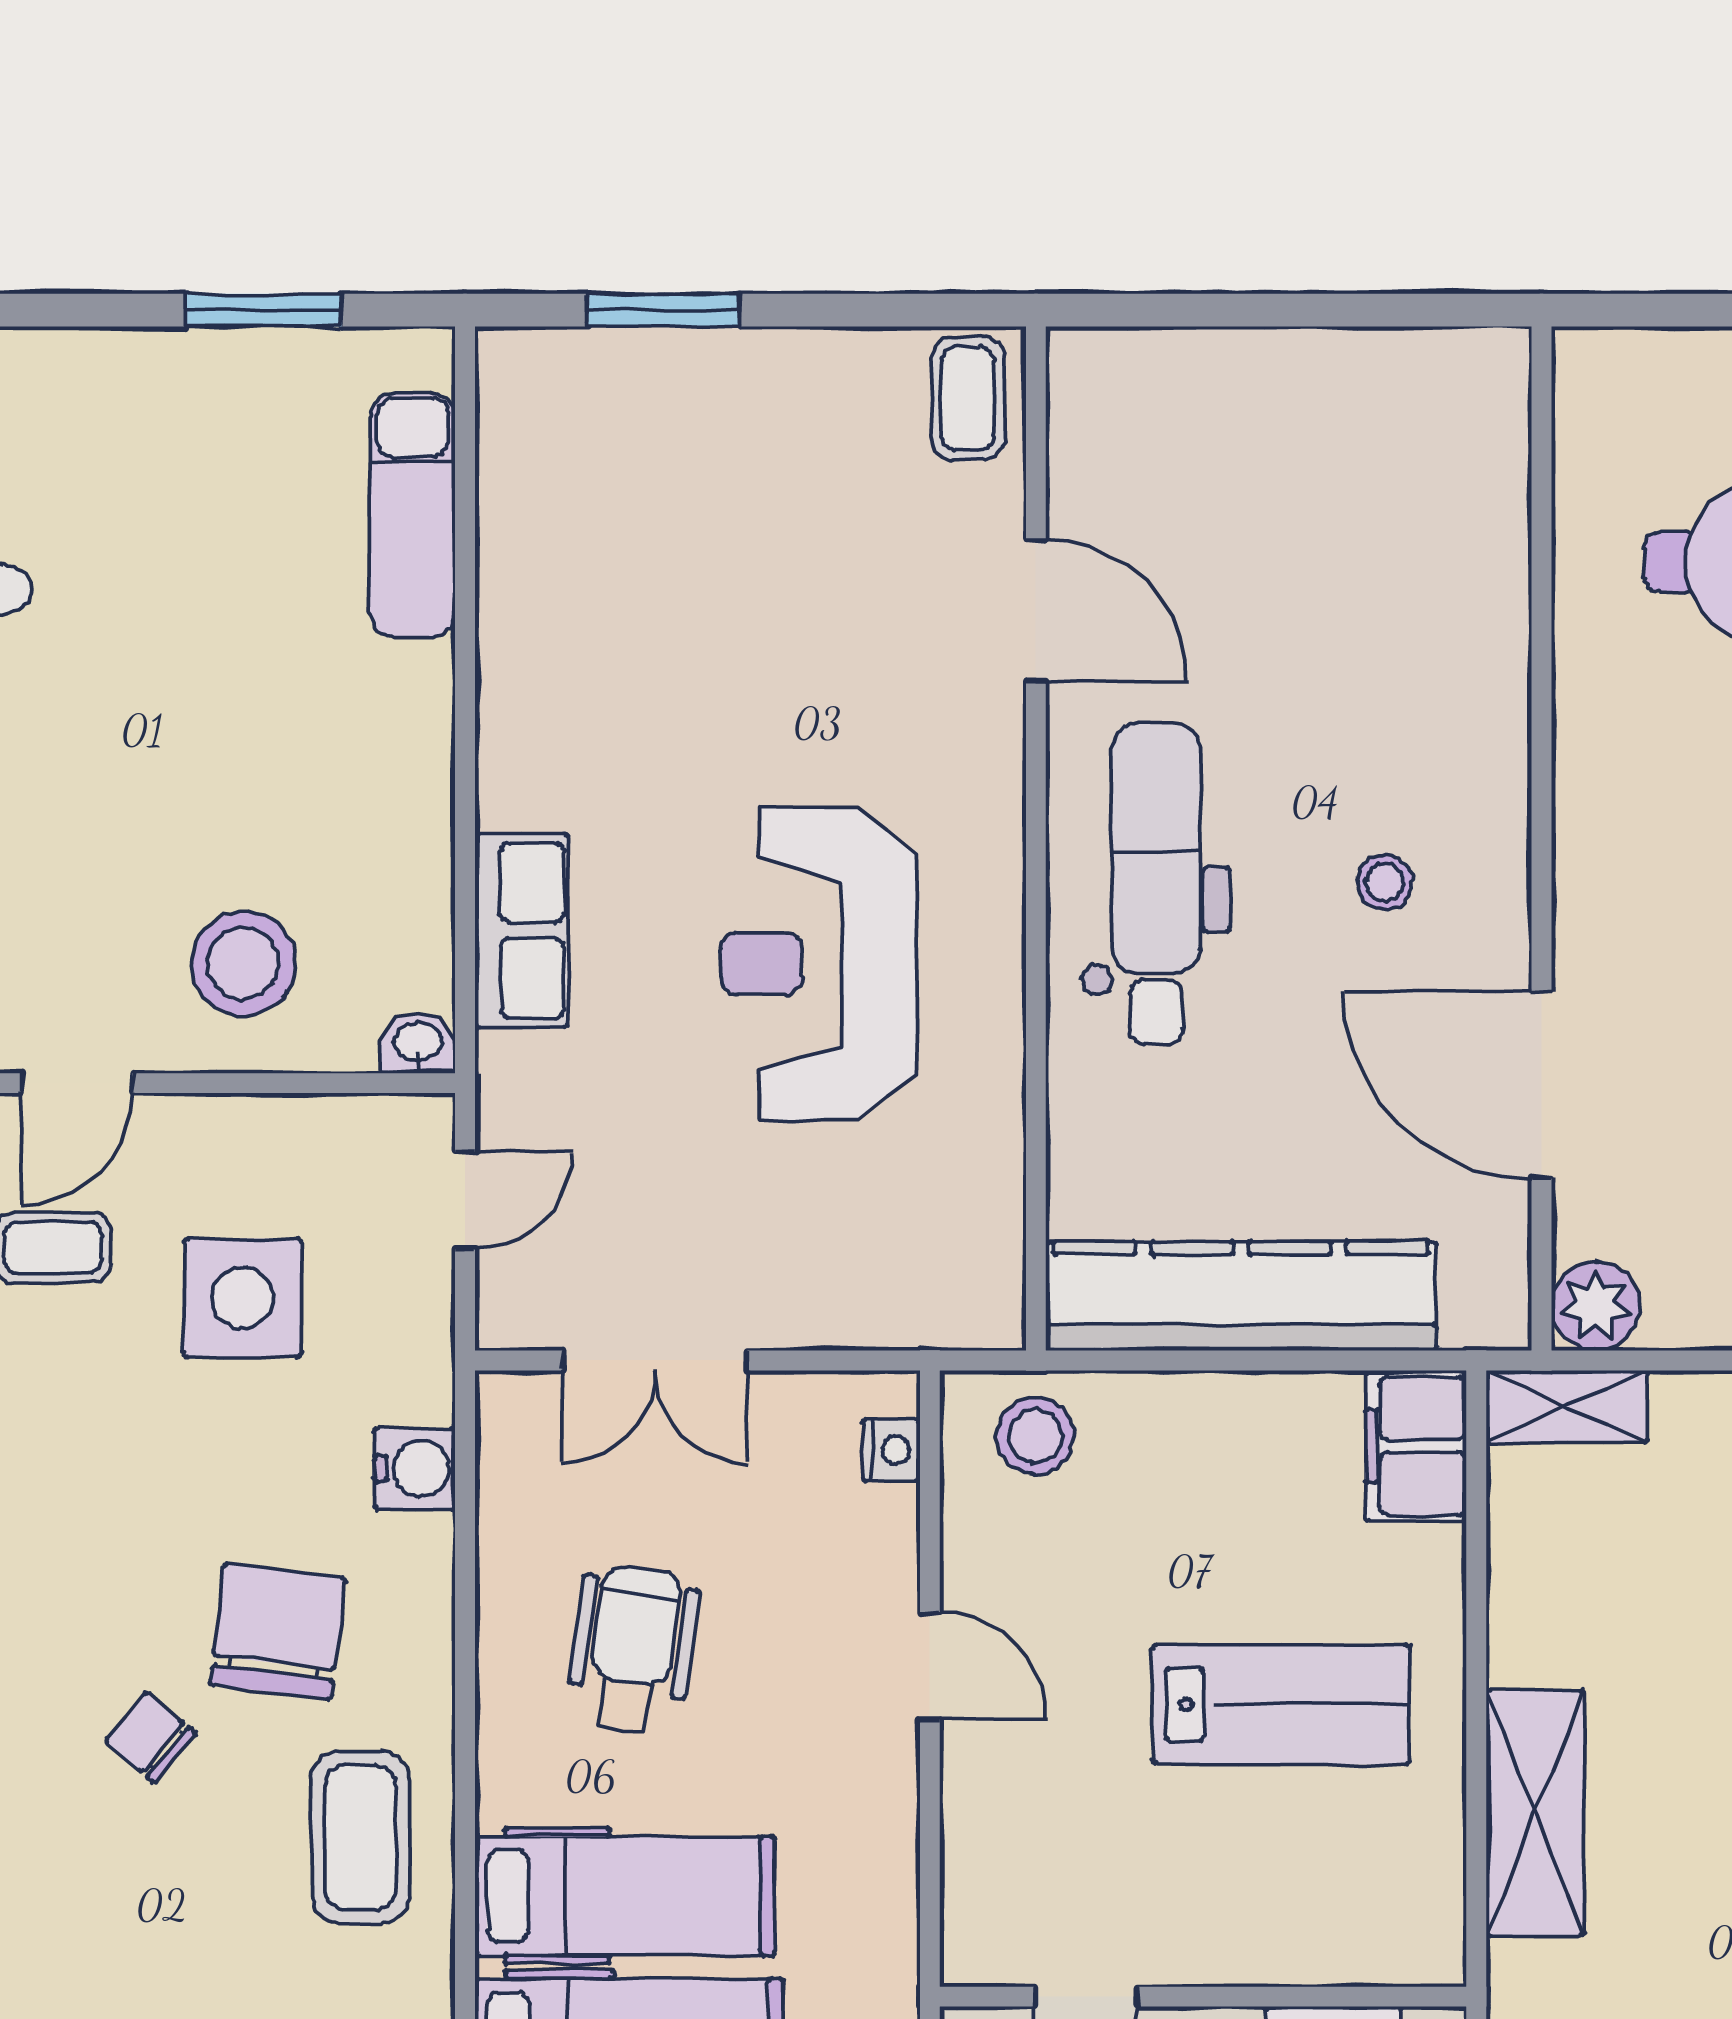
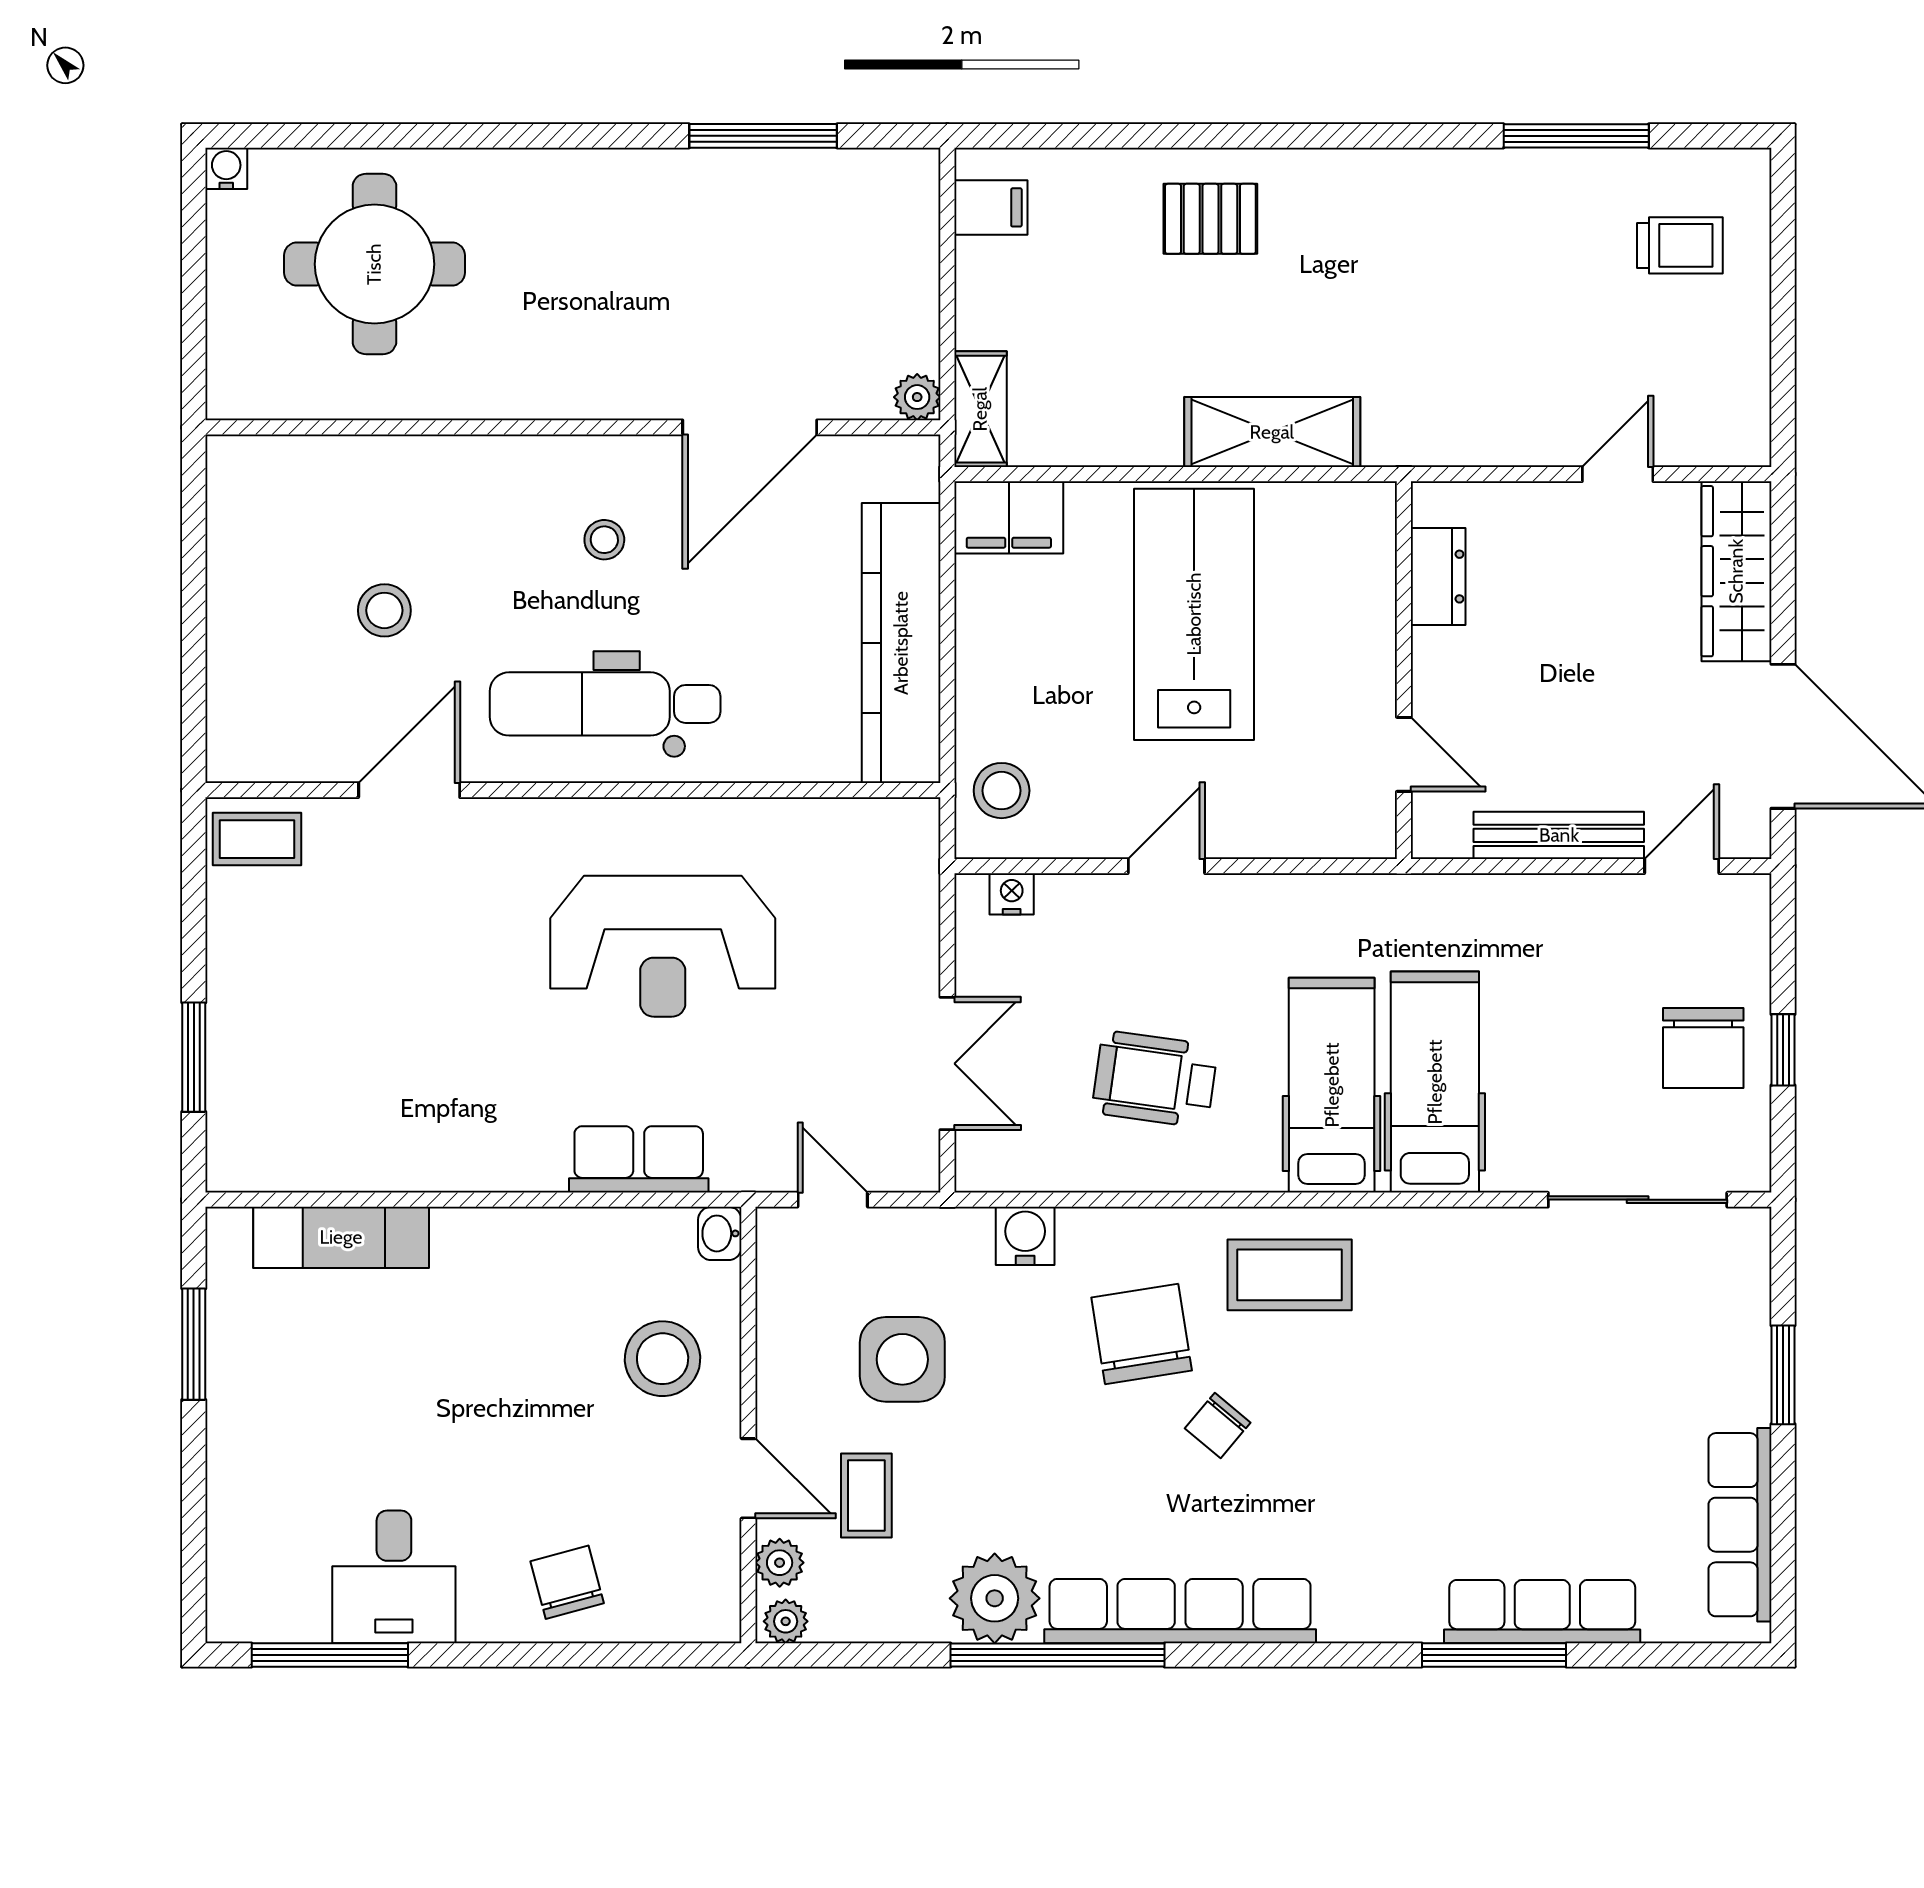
stool: (1286, 576) -> (384, 610), added
plant: (1596, 1306) -> (917, 397), width x0.73, depth x0.73
chair: (278, 1631) -> (1142, 1334), turned 74
lab bench: (1281, 1704) -> (1194, 614), width x1.36, depth x1.39

